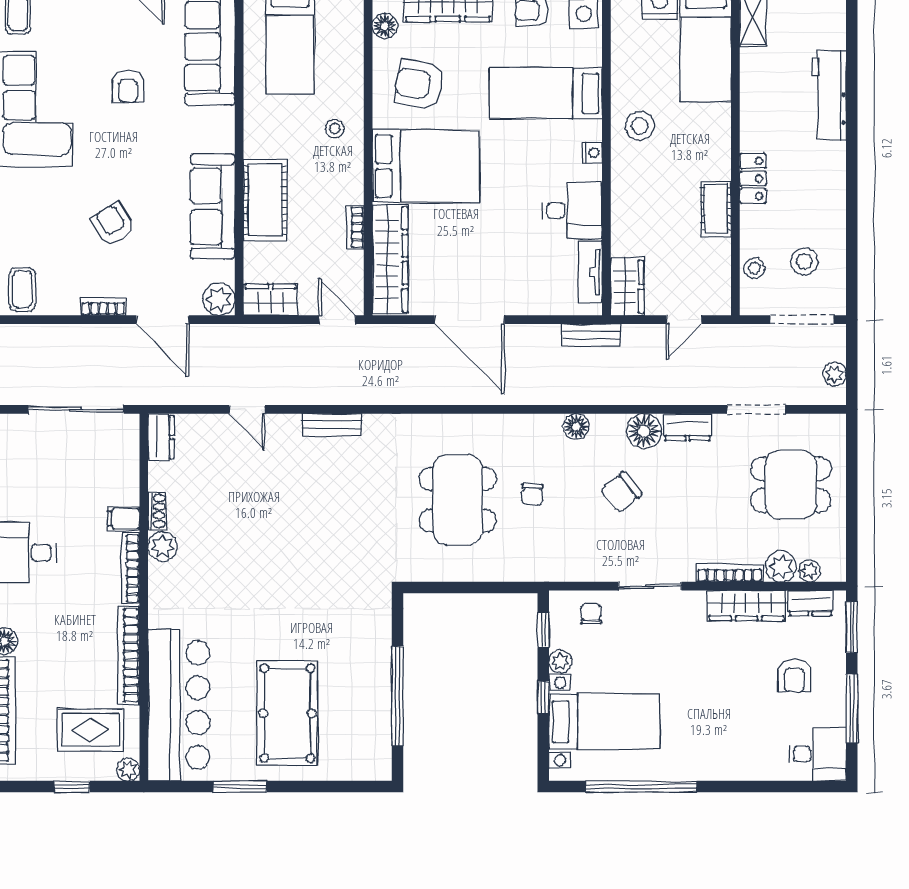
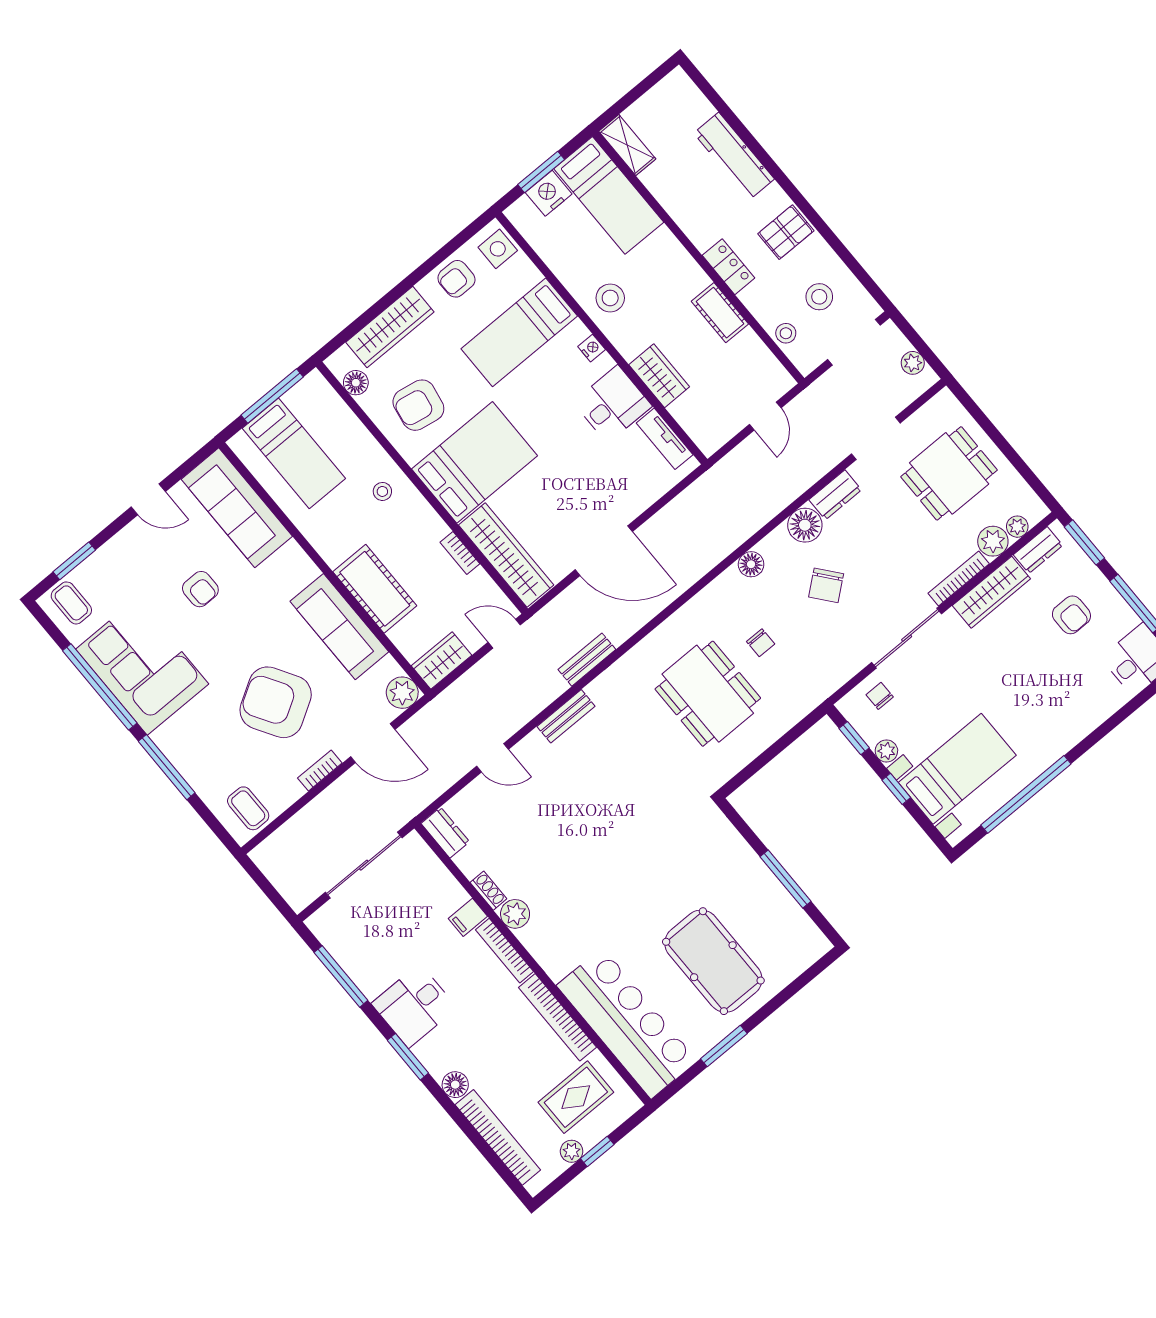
pallet: (820, 189) -> (786, 232), added
armchair: (113, 224) -> (276, 702), width x1.88, depth x1.88
wardrobe: (627, 287) -> (659, 376), moved
bench: (591, 335) -> (587, 660), moved
sliding door: (650, 586) -> (907, 638), width x1.37
window: (398, 696) -> (786, 879), width x0.68
plant: (128, 770) -> (572, 1151), moved

